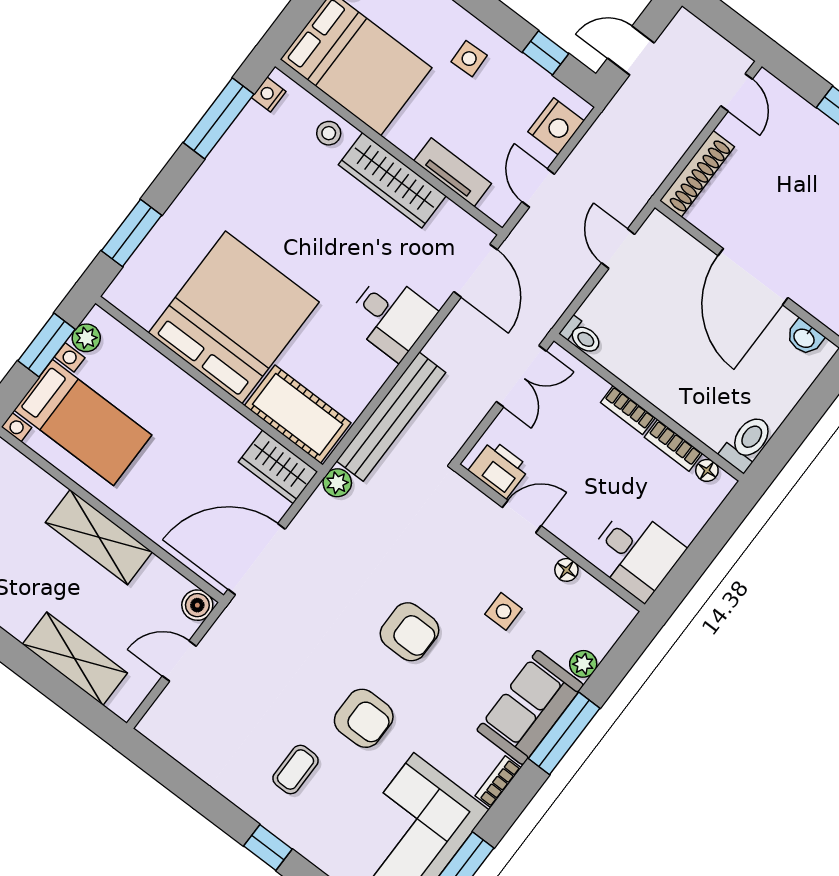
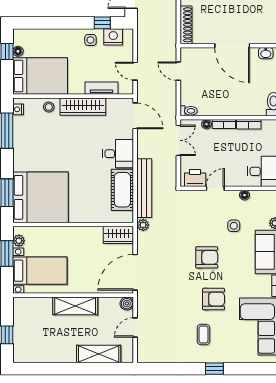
side table: (469, 59) -> (90, 40), moved
nightstand: (556, 126) -> (113, 37), moved, turned -90
bed: (234, 317) -> (40, 197), moved, turned 90
cot: (298, 414) -> (122, 190), moved, turned 90
floor lamp: (707, 470) -> (206, 124), moved

